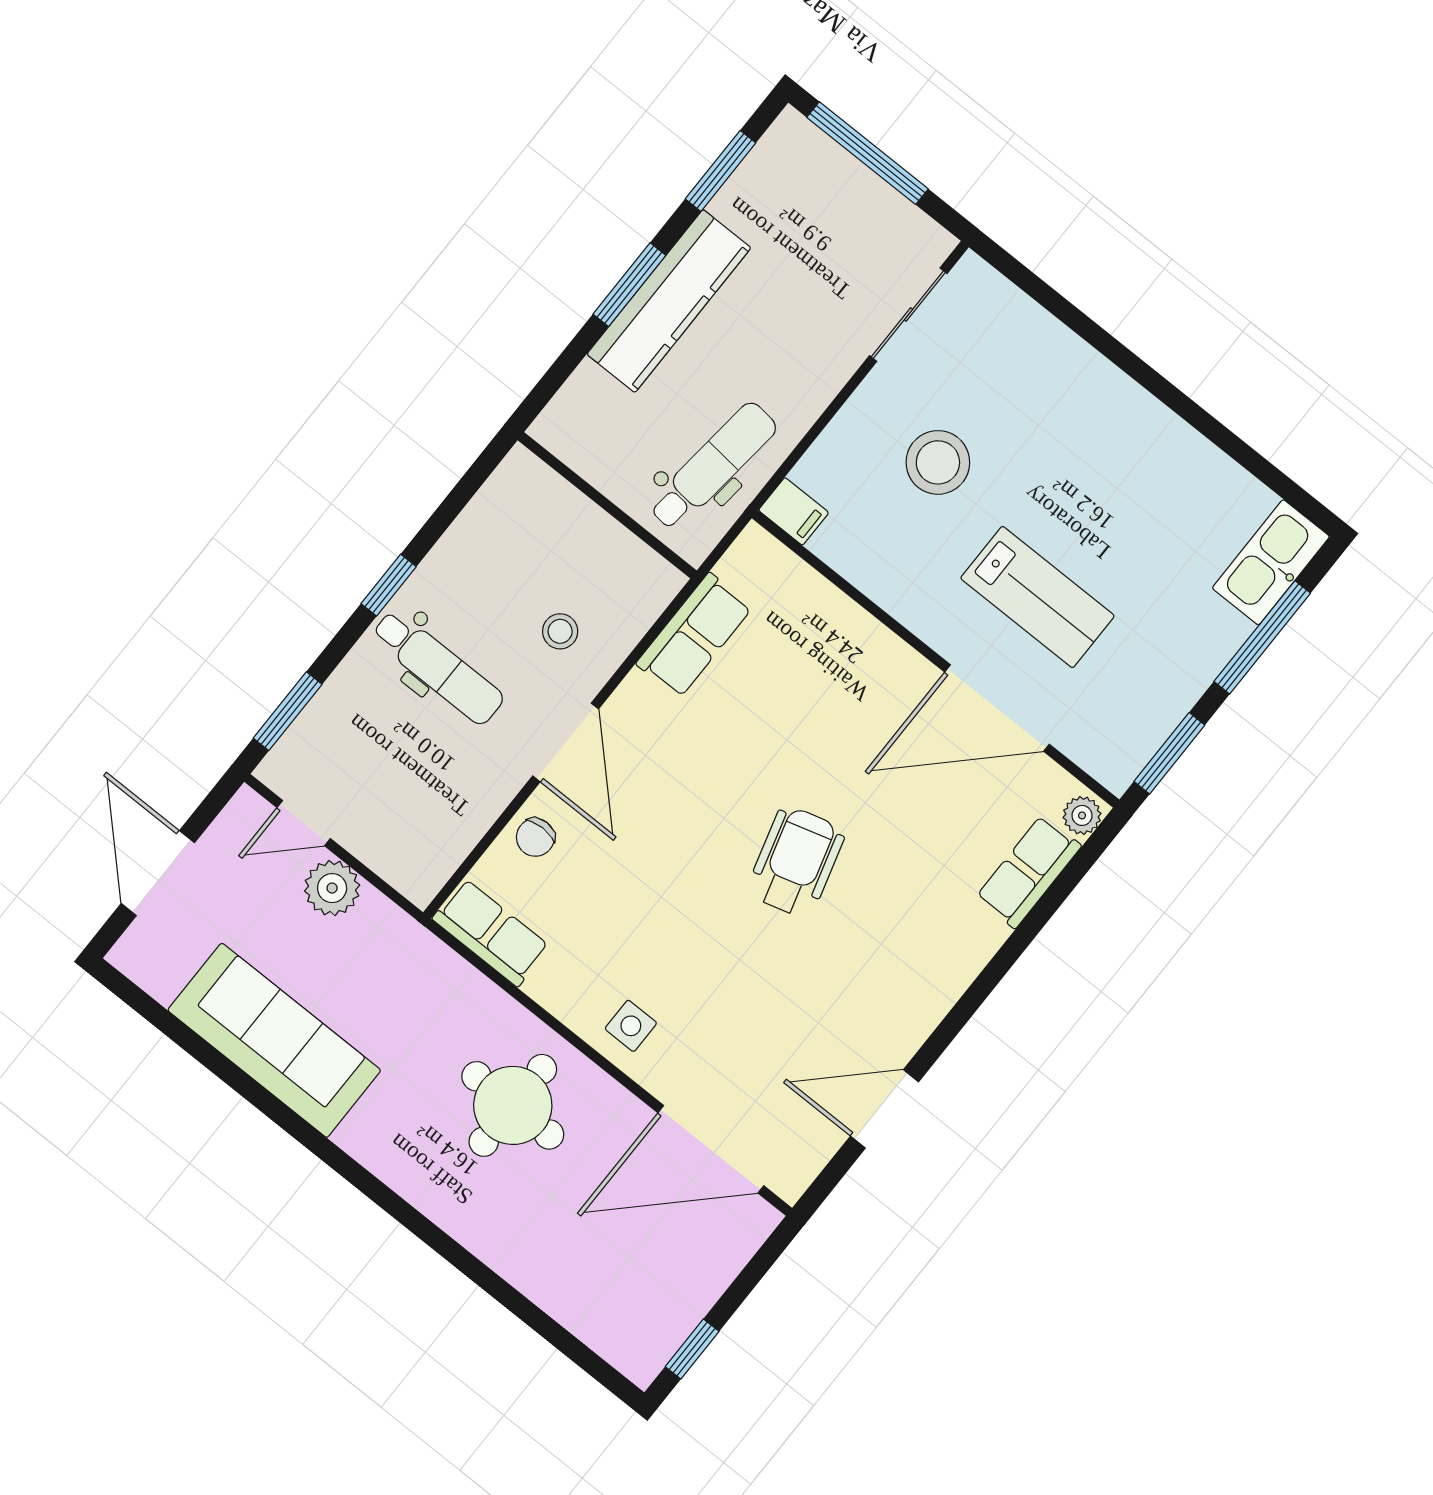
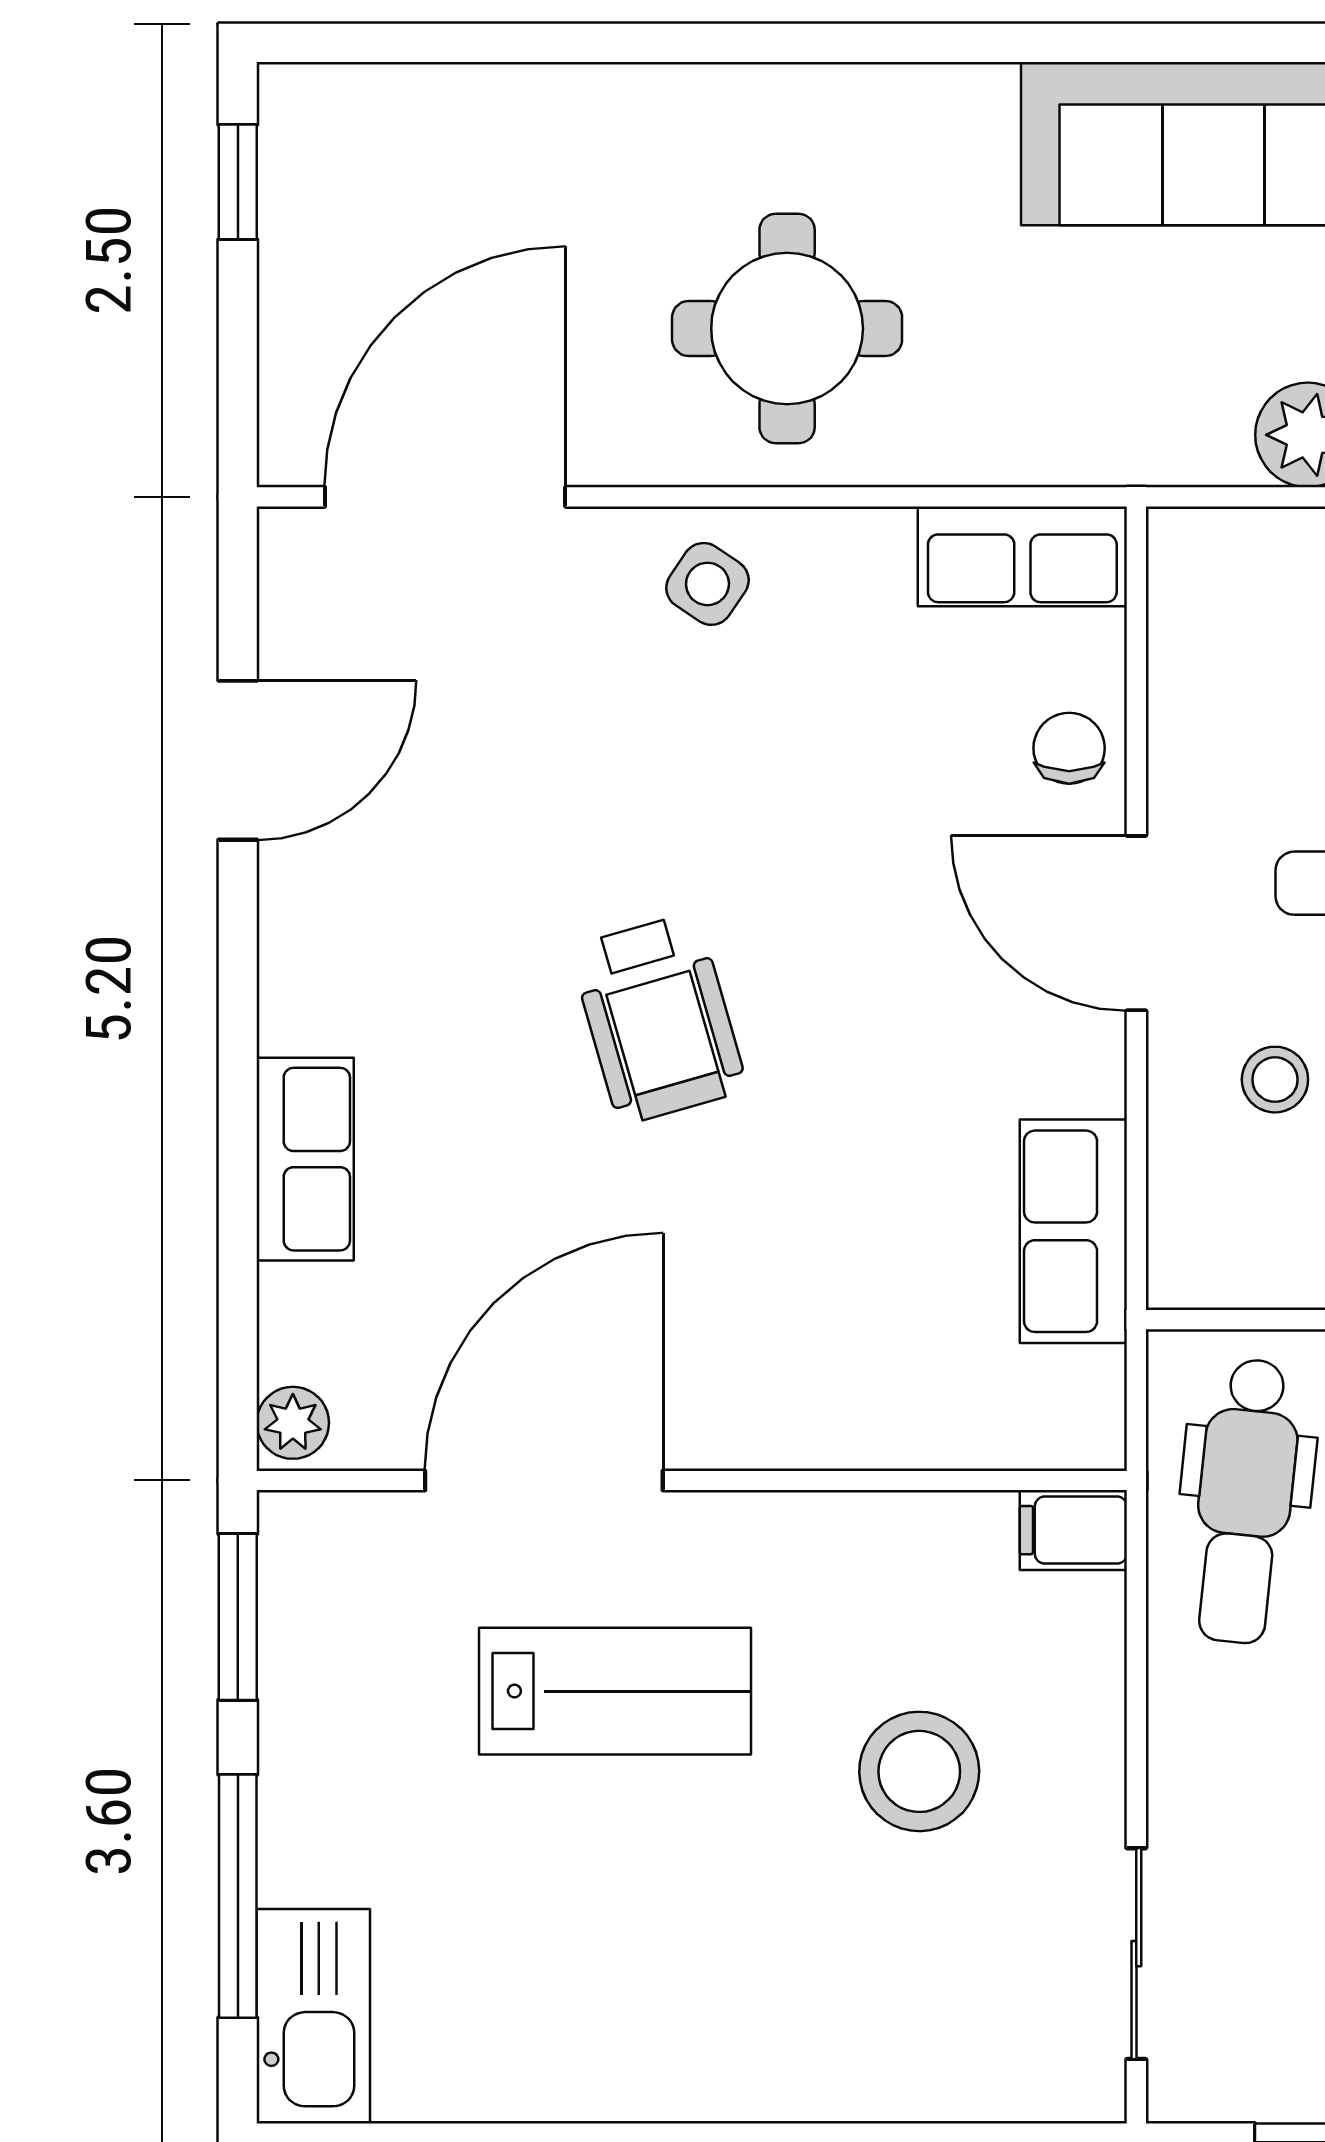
lab bench: (1037, 597) -> (615, 1691), turned 180
row of seats: (1029, 872) -> (305, 1159), moved
side table: (631, 1026) -> (707, 584), turned 34

